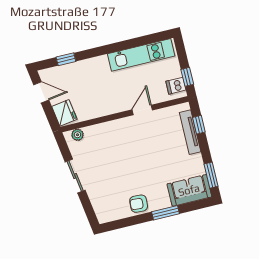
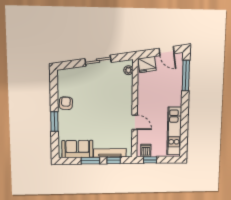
window: (66, 59) -> (186, 76), width x2.17
door: (41, 92) -> (167, 51), hinge flipped
window: (211, 175) -> (90, 161), moved
sofa: (189, 190) -> (77, 149), moved, turned -90

